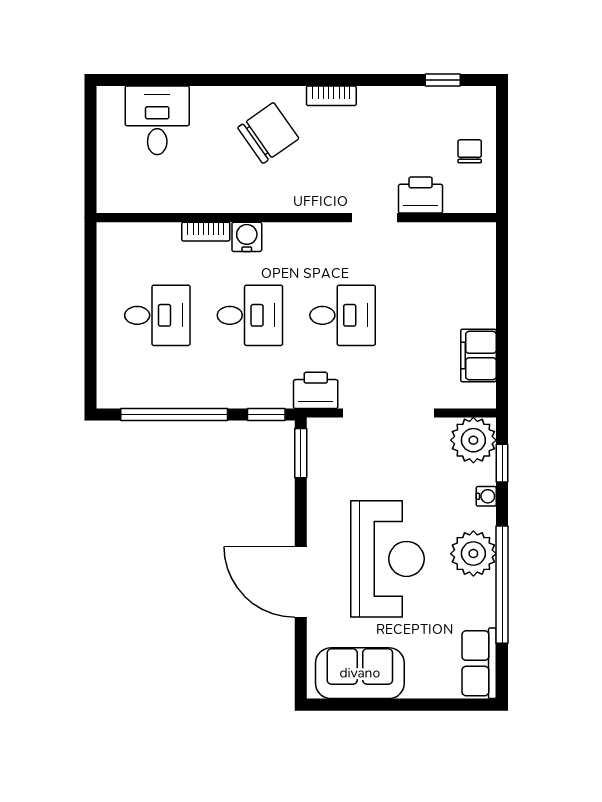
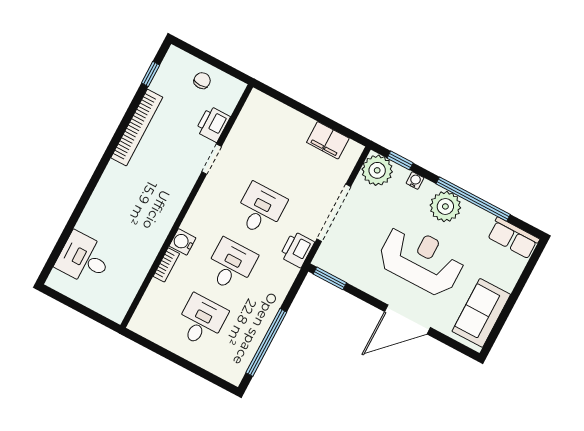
bookcase: (331, 96) -> (137, 128), width x2.31, depth x1.31
chair: (268, 133) -> (127, 196), removed
chair: (470, 151) -> (202, 81), turned 90
window: (266, 415) -> (296, 287), removed

